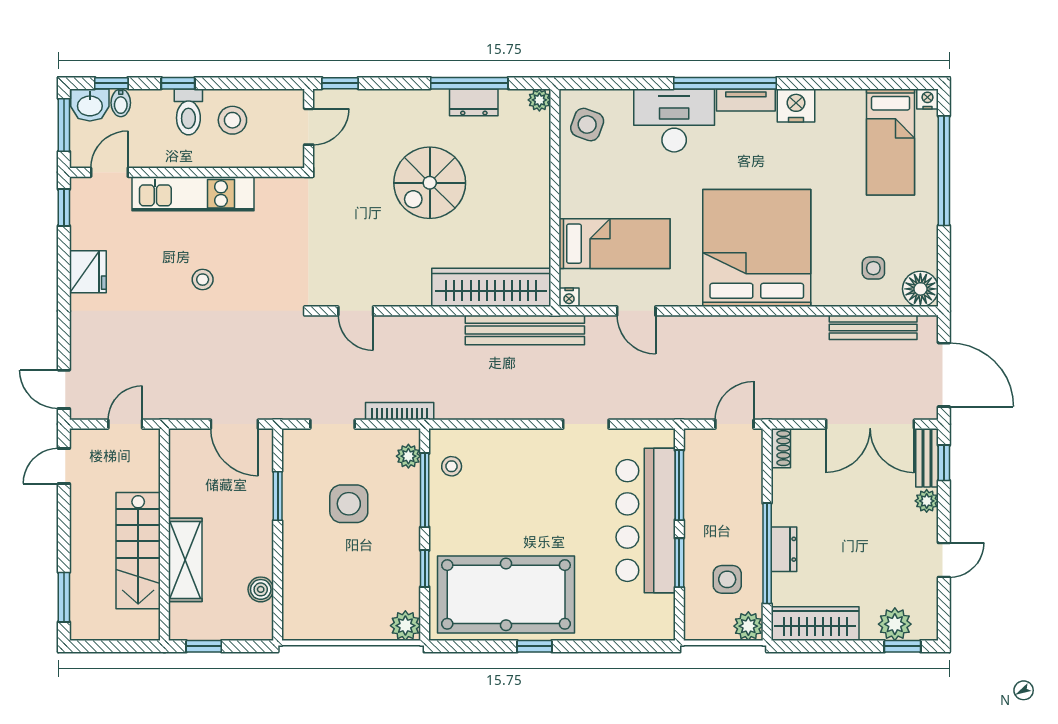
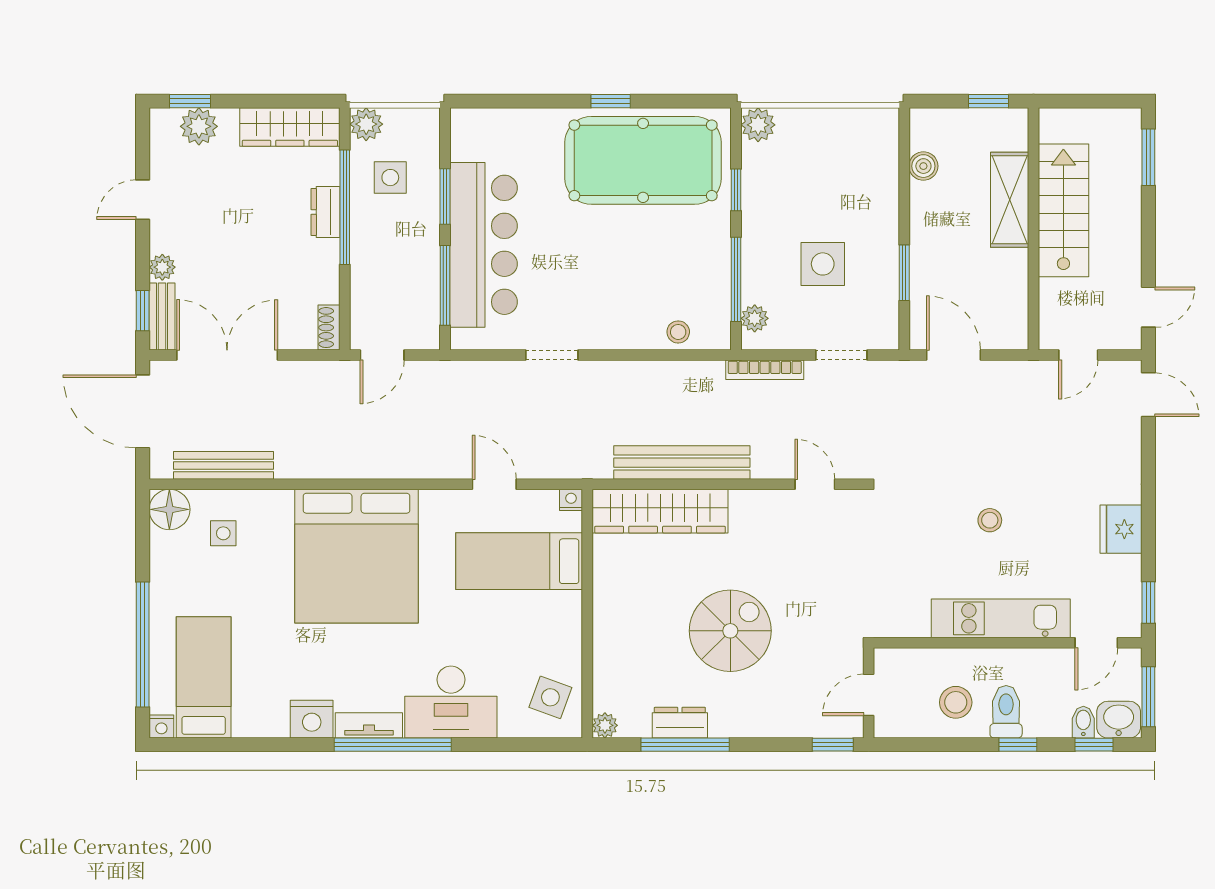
bench: (525, 330) -> (682, 463), moved
stool: (452, 466) -> (678, 332), moved

